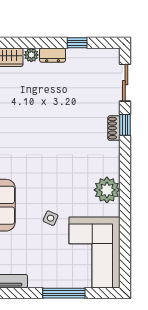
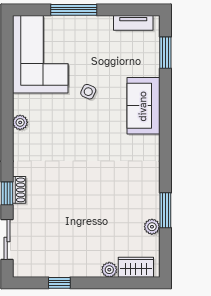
dresser: (53, 55) -> (86, 270), removed
plant: (107, 190) -> (20, 122), width x0.53, depth x0.53

